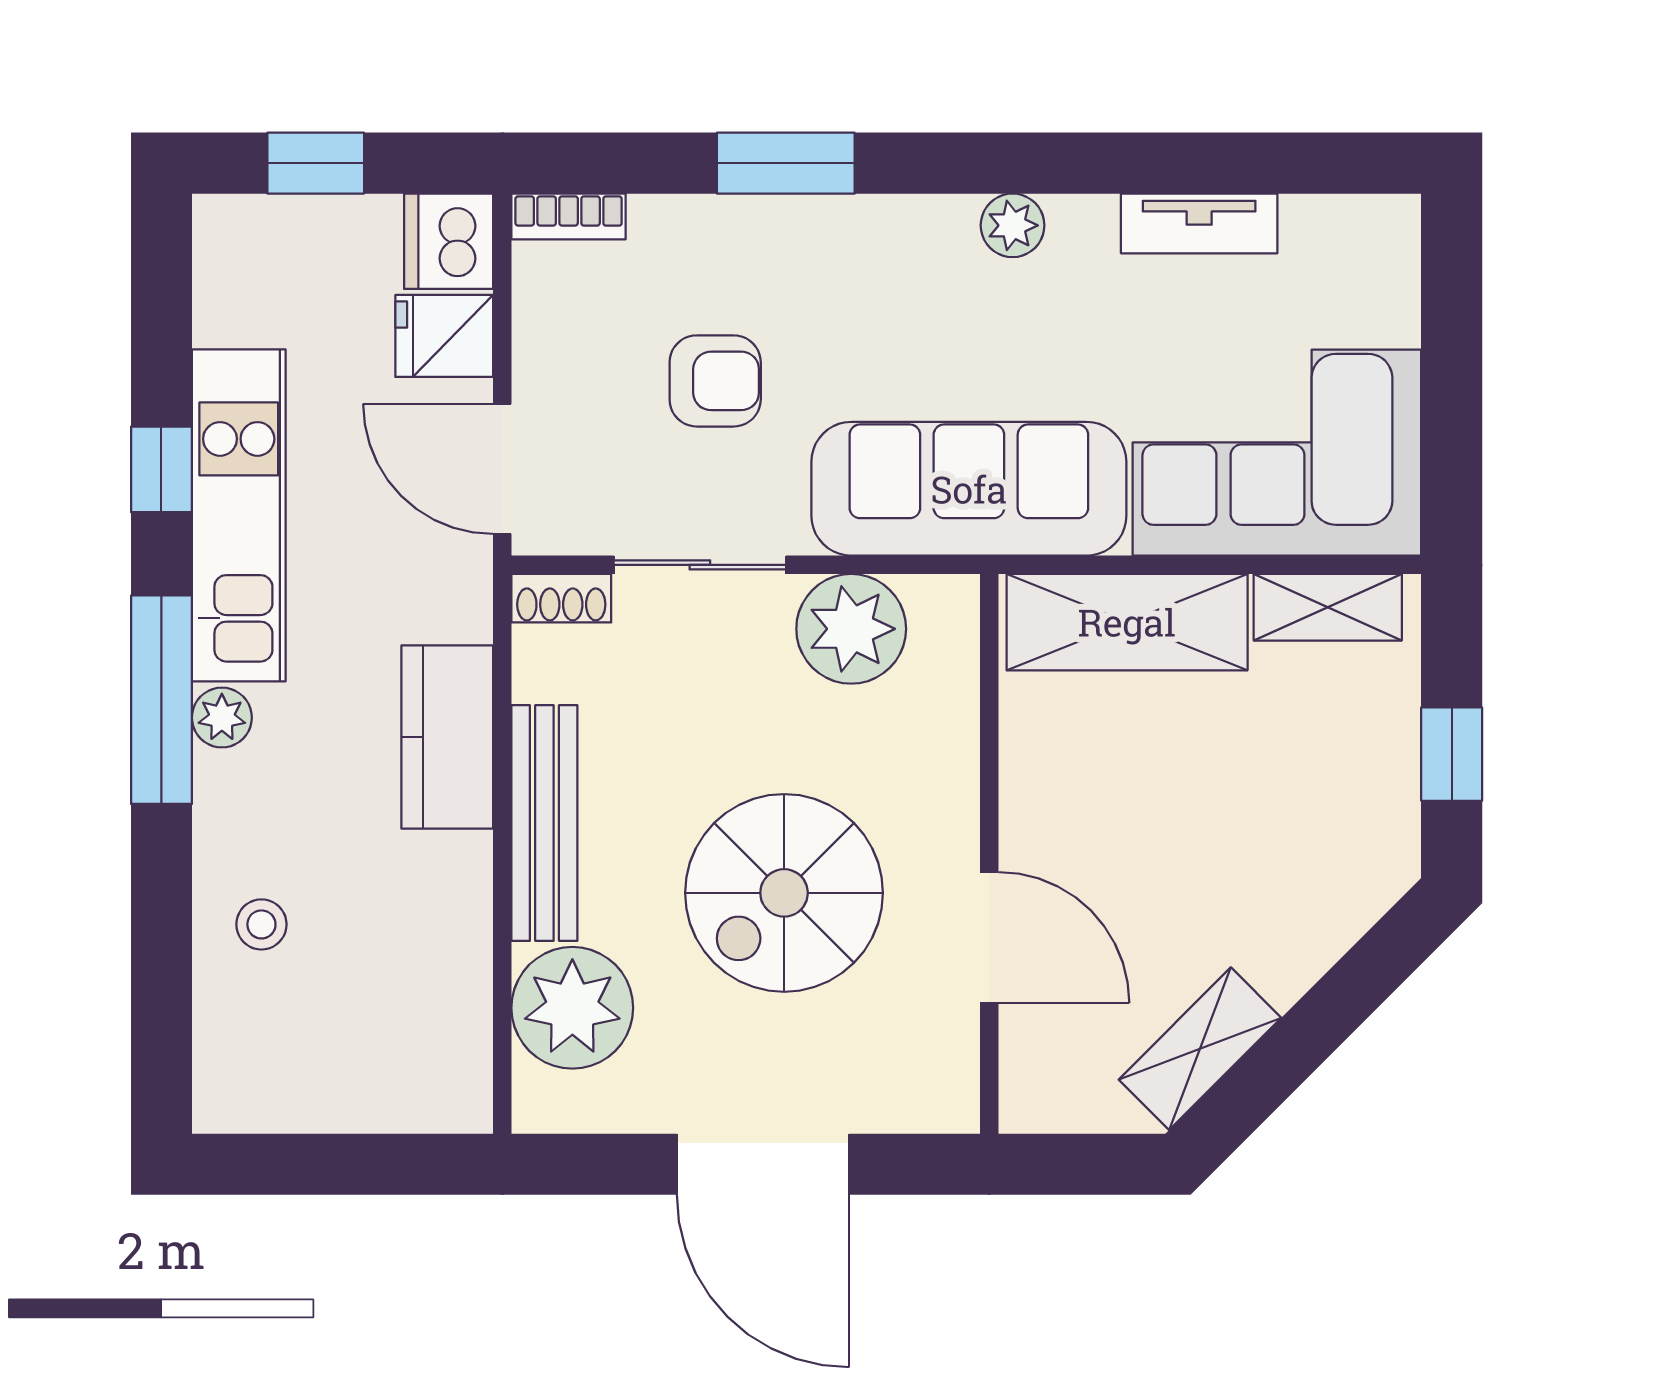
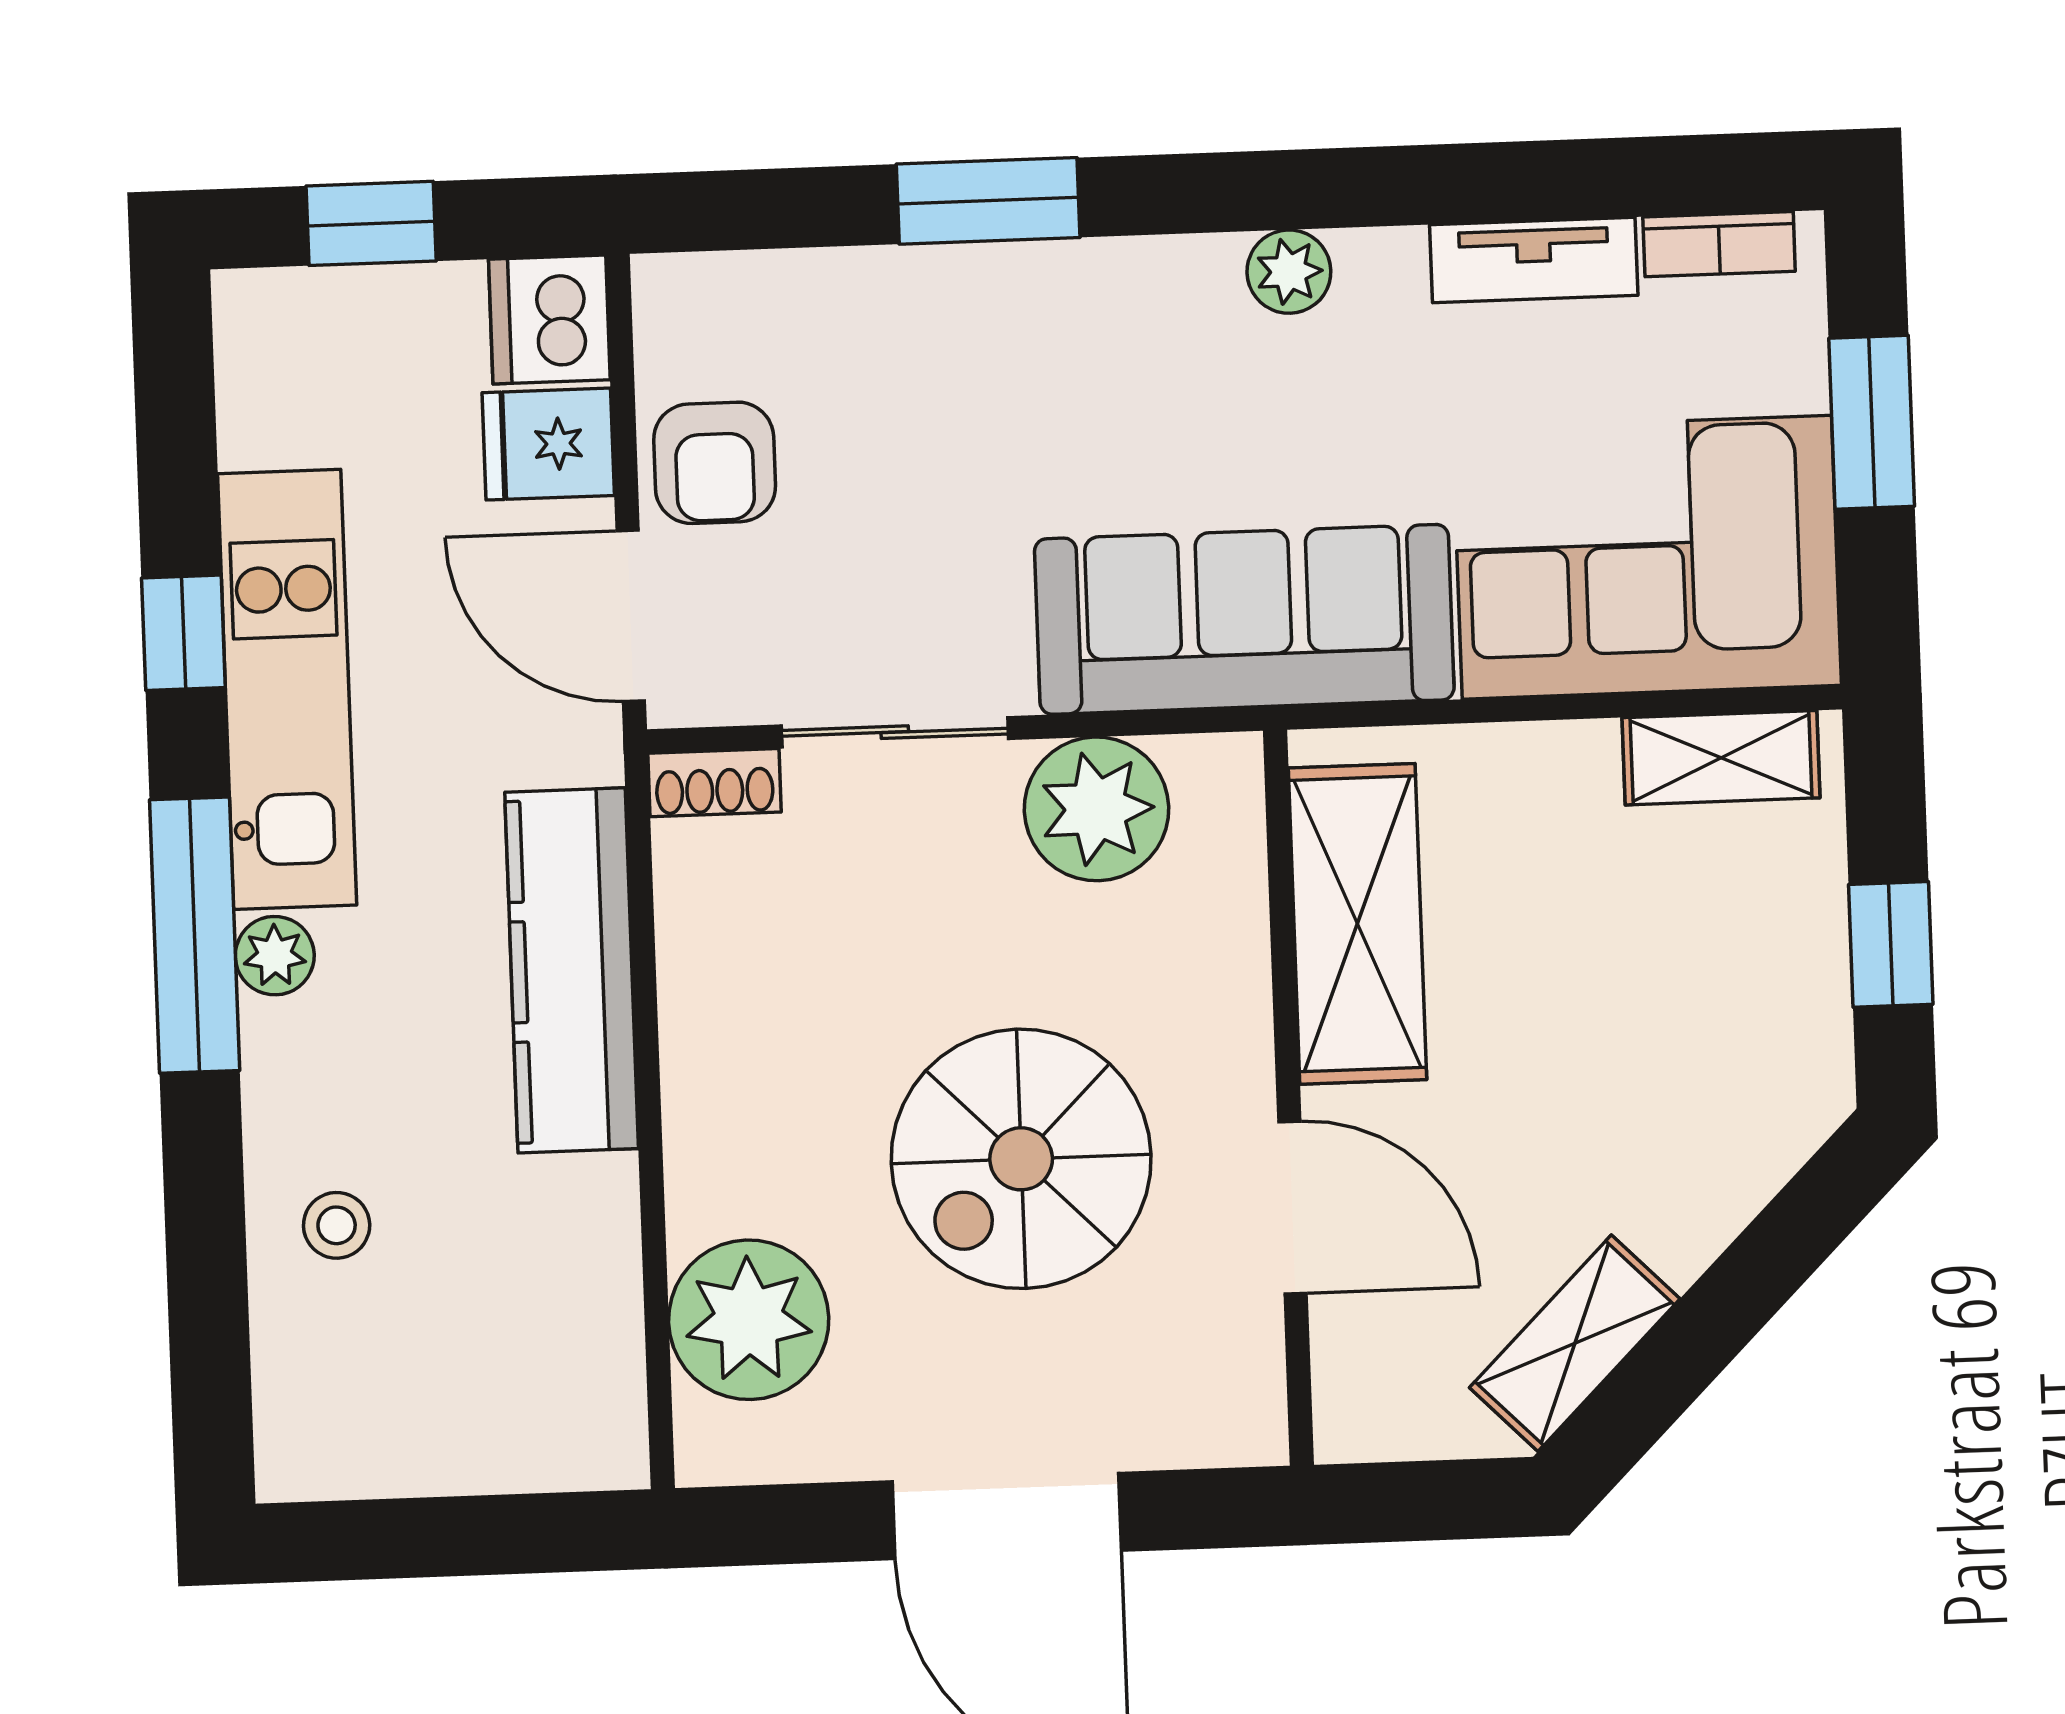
bookcase: (569, 216) -> (1719, 244), moved
window: (1452, 356) -> (1872, 422), added
armchair: (715, 381) -> (715, 463), moved, turned 90
shelving: (1127, 622) -> (1357, 924), moved, turned 90
kitchen counter: (447, 737) -> (572, 970), width x1.50
bench: (544, 823) -> (703, 1079), removed

